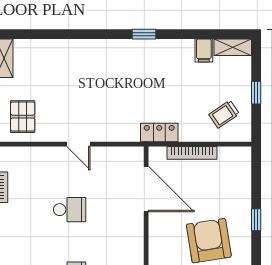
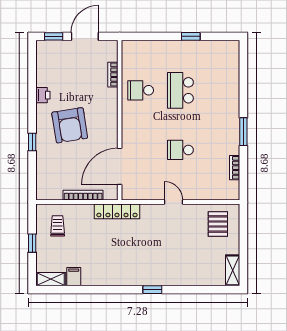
window: (144, 34) -> (152, 290), moved
trolley: (224, 114) -> (58, 226), turned -56
locker: (159, 133) -> (117, 211), width x1.53
door: (146, 189) -> (120, 166), hinge flipped

